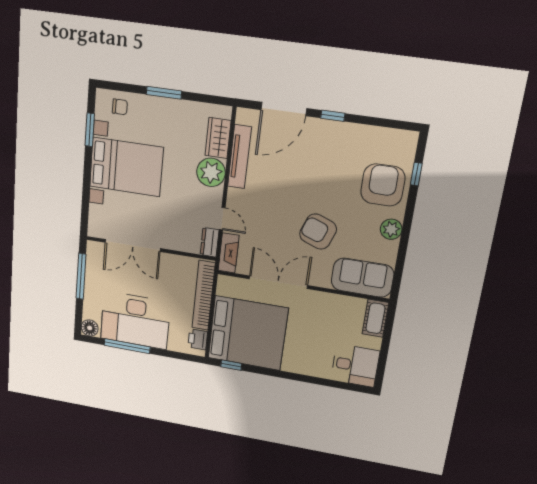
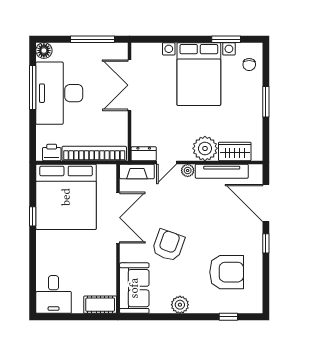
armchair: (383, 185) -> (227, 272), moved
plant: (234, 196) -> (188, 170), added
window: (231, 365) -> (33, 216), moved

